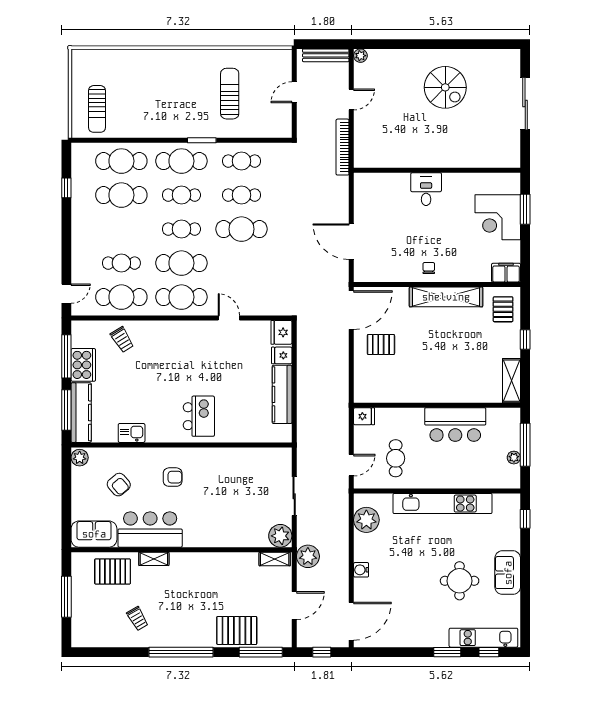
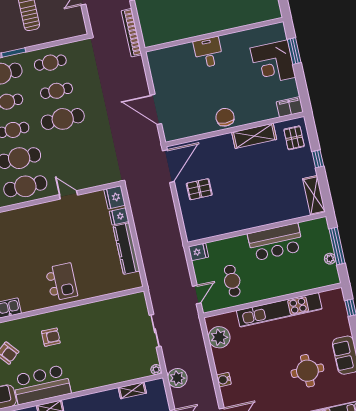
chair: (429, 268) -> (225, 117), width x1.87, depth x1.87
shelving: (446, 297) -> (254, 136), width x0.68
plant: (280, 536) -> (156, 370), width x0.53, depth x0.53
shelving: (275, 559) -> (132, 390), moved

